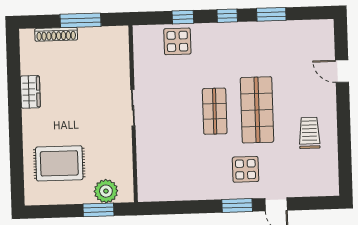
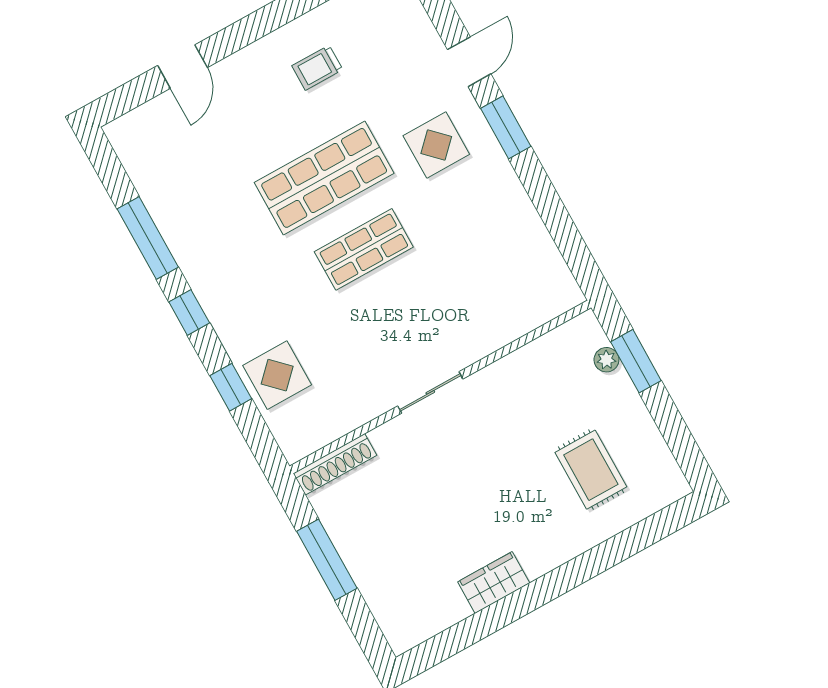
window: (271, 14) -> (148, 238), width x1.44
shoe rack: (56, 34) -> (335, 464), moved, turned 90
trolley: (309, 133) -> (317, 68), width x0.73, depth x0.72
rug: (59, 163) -> (591, 470), width x0.73, depth x0.70
plant: (106, 191) -> (606, 360), width x0.53, depth x0.53

